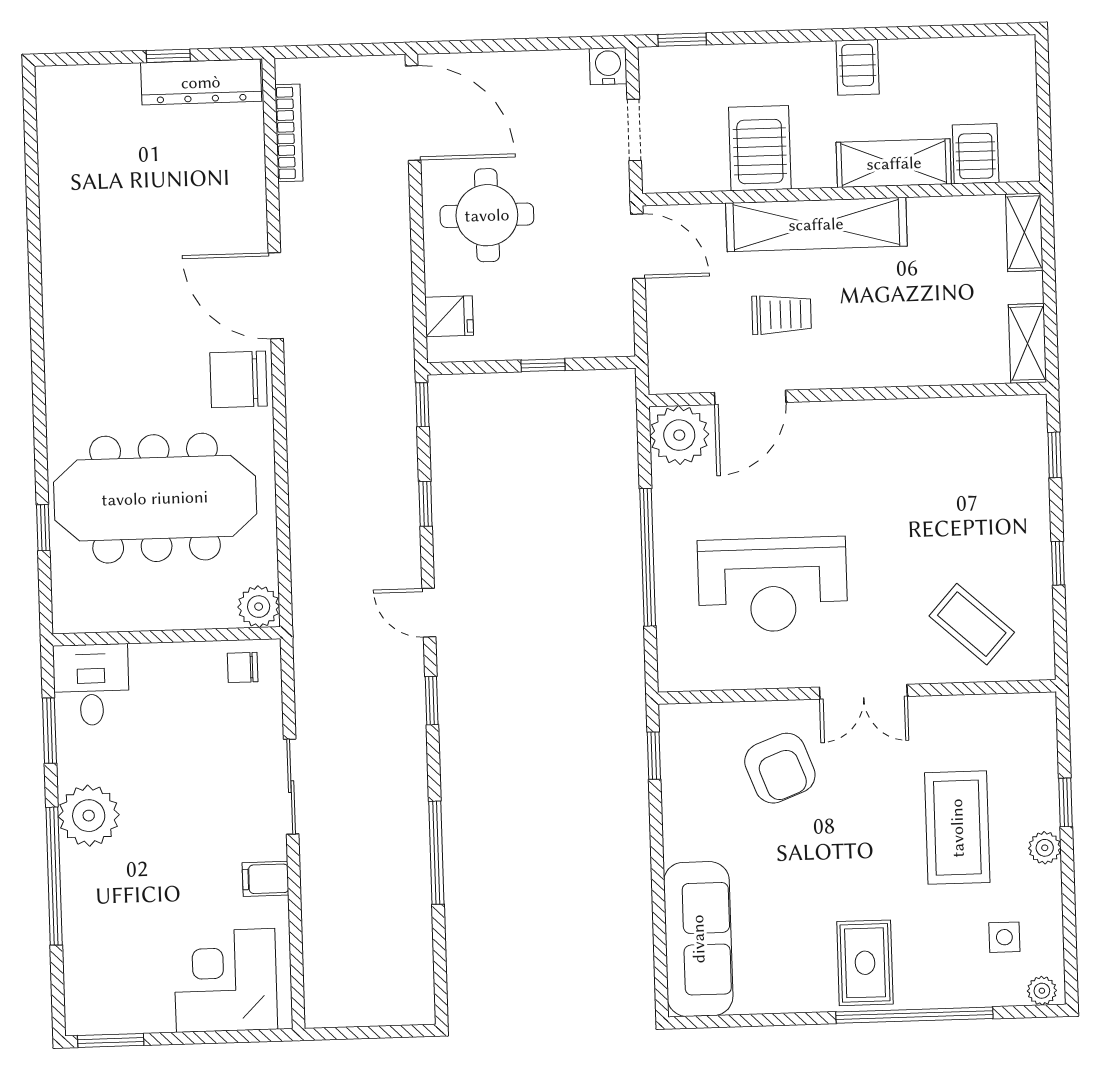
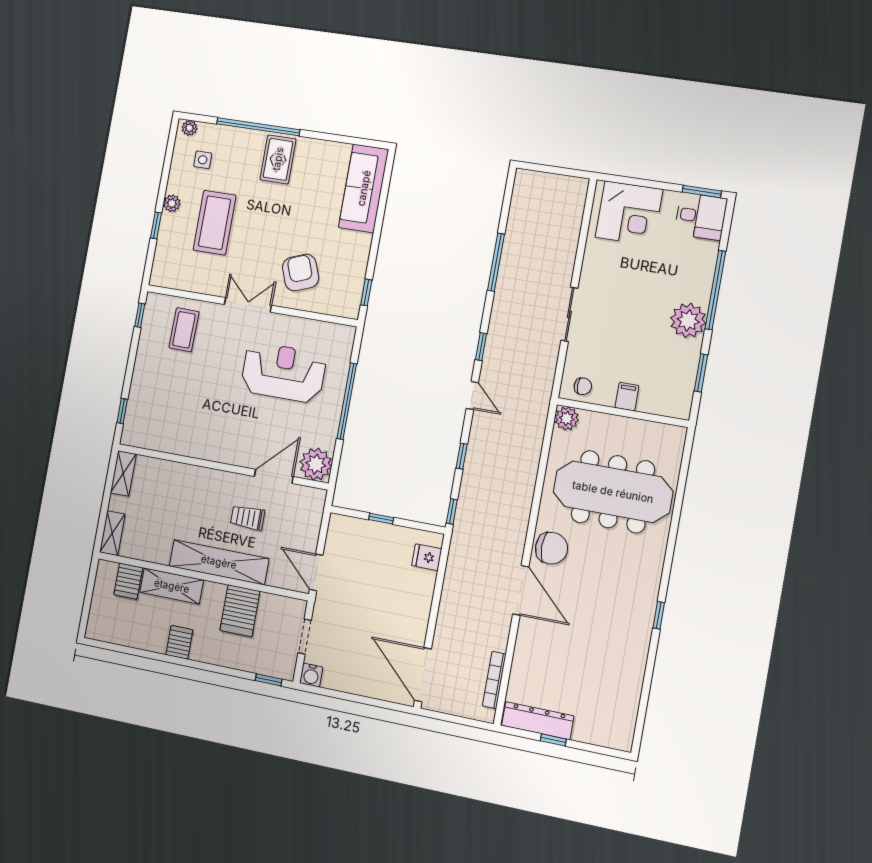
round table: (487, 215) -> (394, 608), removed
window: (43, 528) -> (659, 615), moved
window: (1058, 563) -> (140, 315), moved
coffee table: (972, 624) -> (184, 330), turned 49
desk: (91, 685) -> (701, 216), moved, turned -90
filing cabinet: (265, 879) -> (627, 397), moved, turned -90

